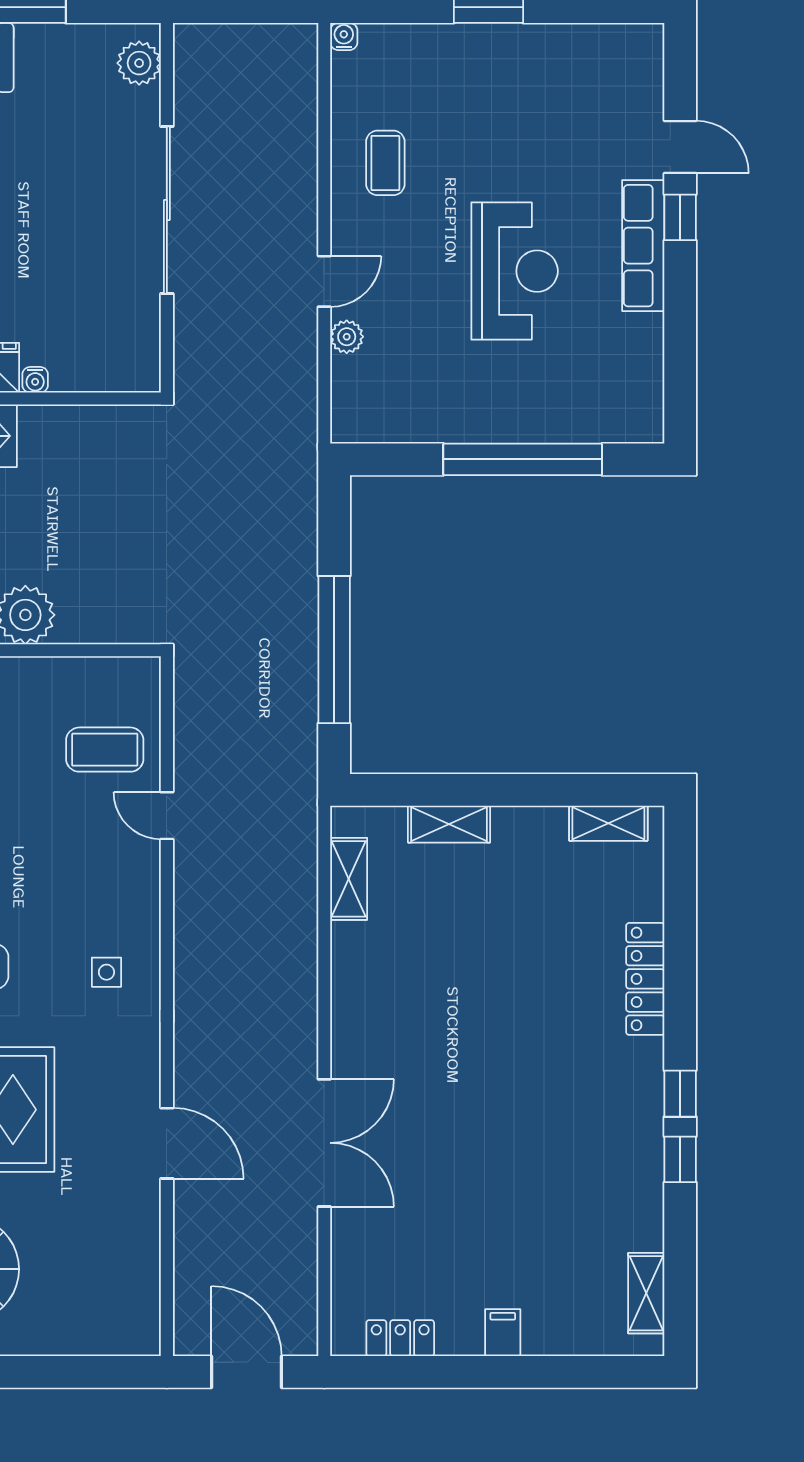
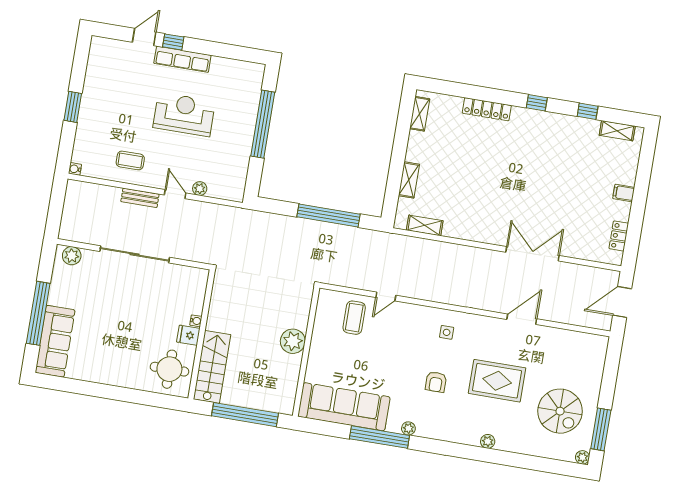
bench: (302, 200) -> (140, 198), added
window: (680, 1159) -> (588, 111), moved

